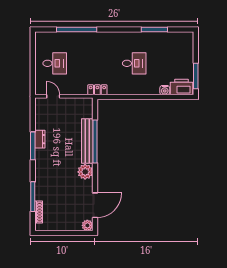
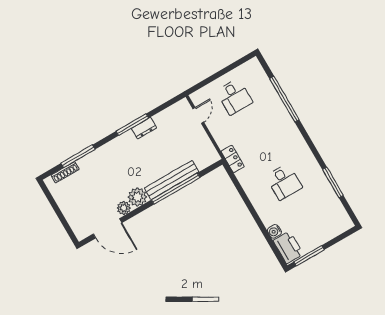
plant: (87, 225) -> (124, 208), moved

